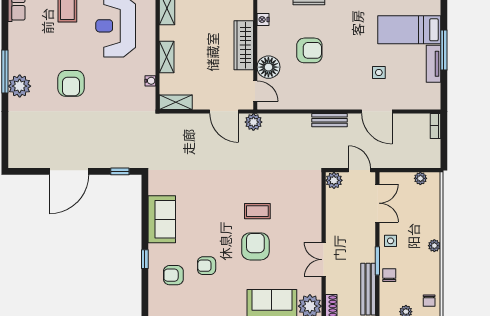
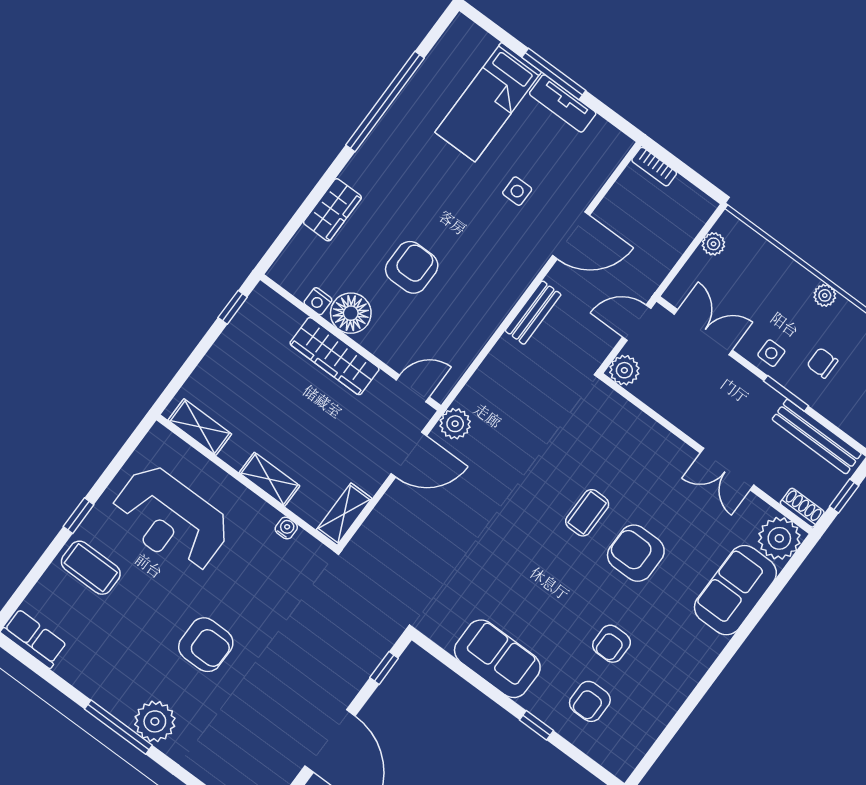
floor lamp: (268, 67) -> (351, 313), moved
chair: (389, 275) -> (822, 363), moved

